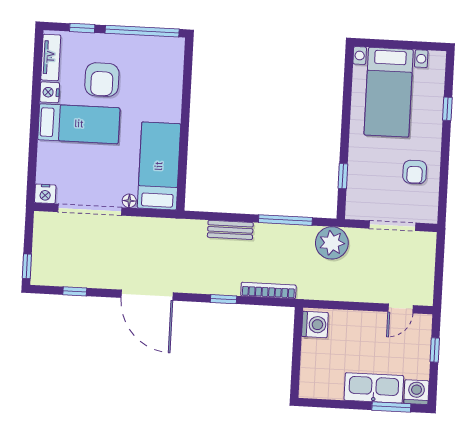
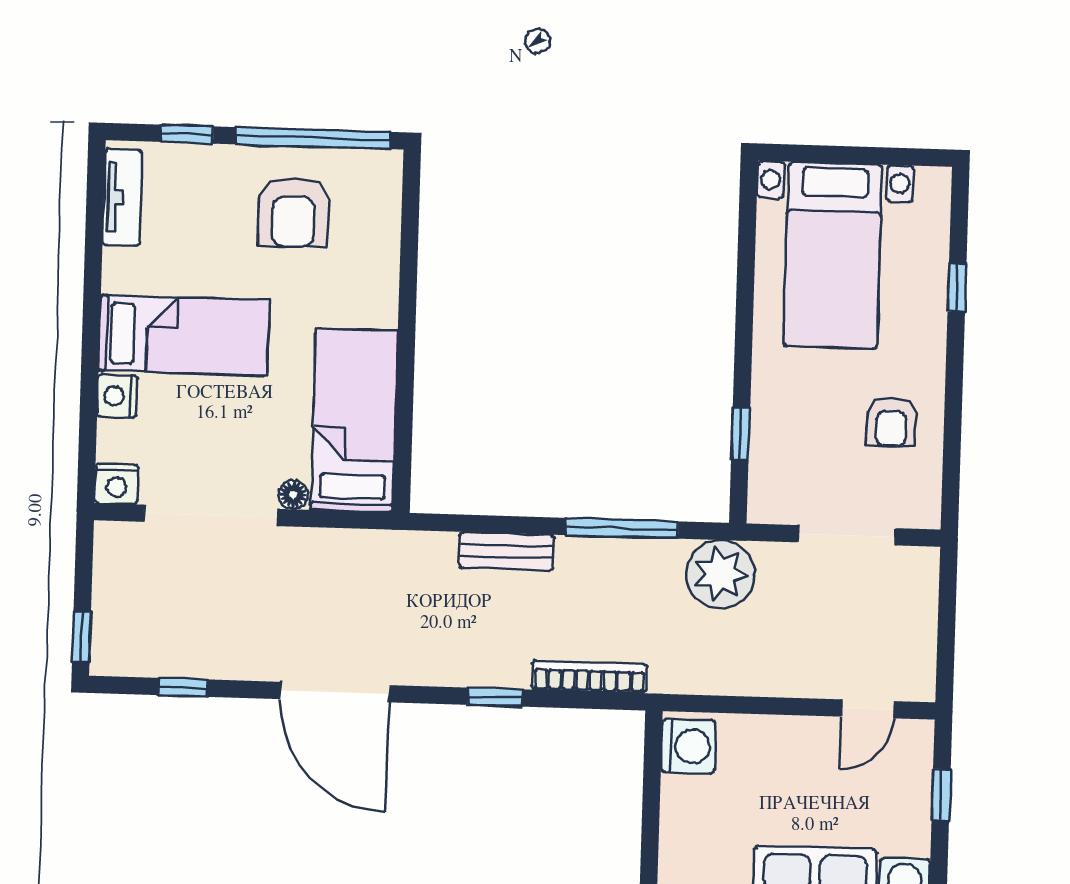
armchair: (102, 80) -> (294, 212), moved
nightstand: (50, 92) -> (117, 396), moved

